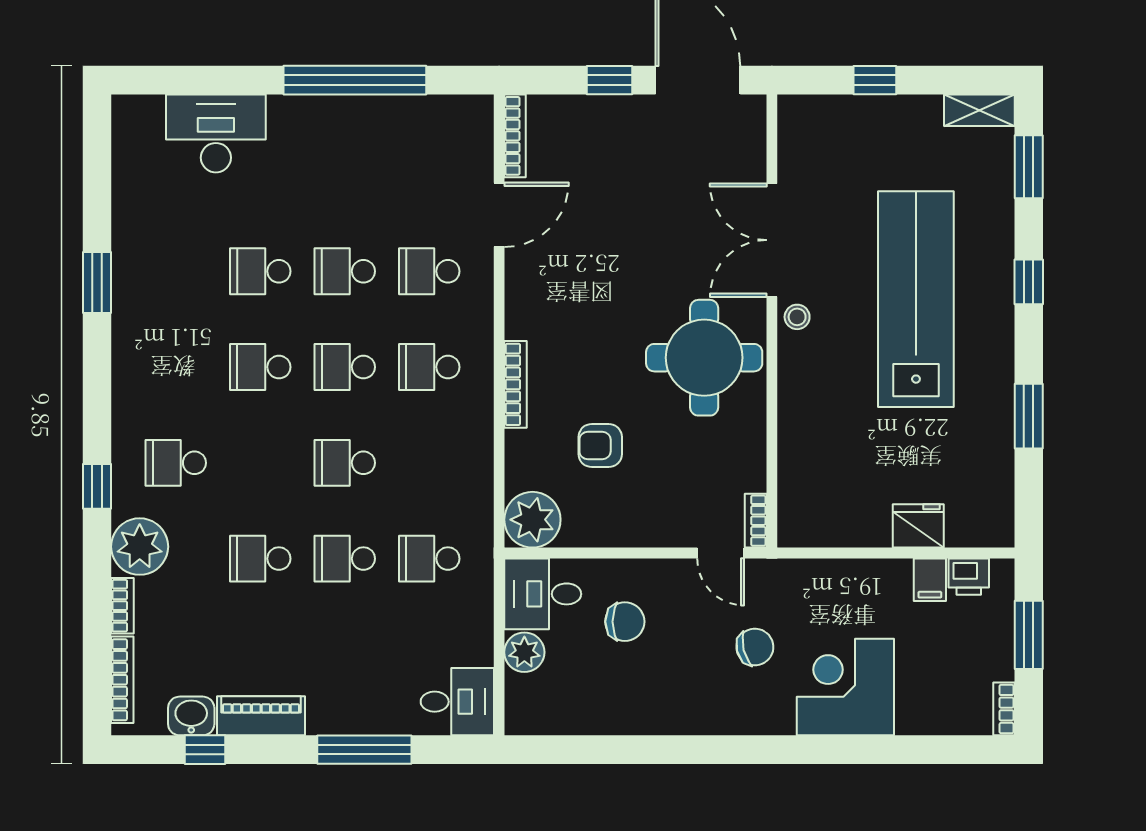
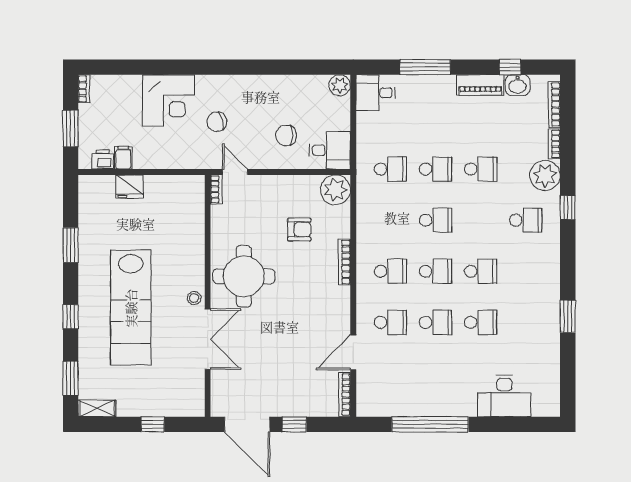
plant: (524, 652) -> (340, 85), moved

